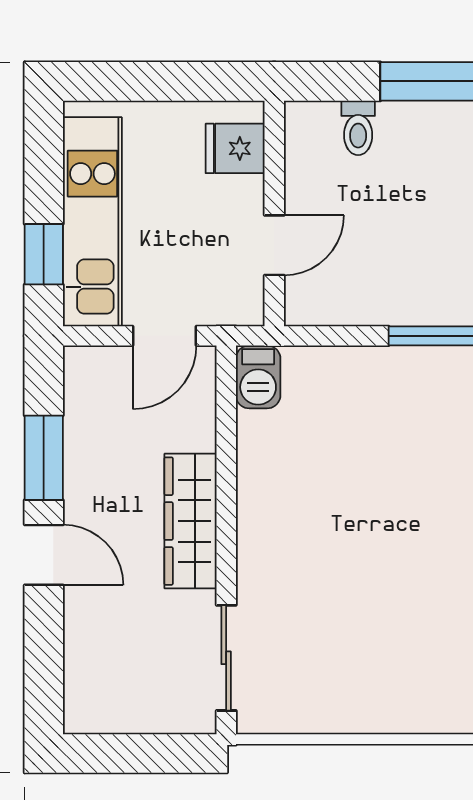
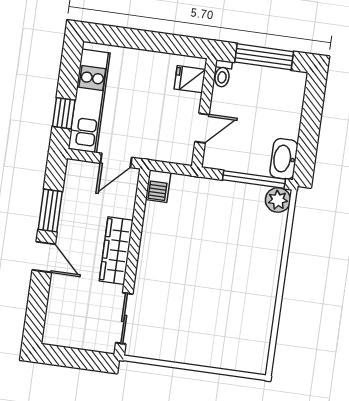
fridge: (235, 148) -> (190, 79), moved
wall: (274, 213) -> (204, 113), moved
door: (274, 245) -> (202, 128), moved

